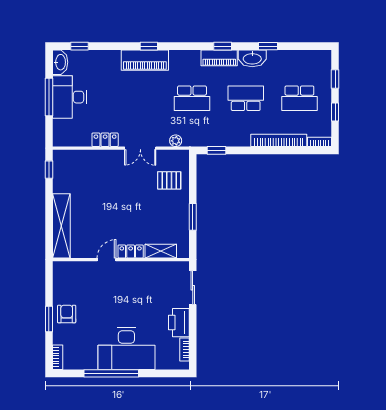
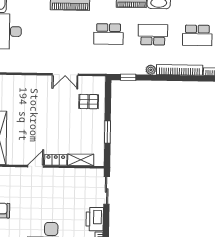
locker: (105, 140) -> (36, 67), removed
plant: (176, 141) -> (151, 70), moved

